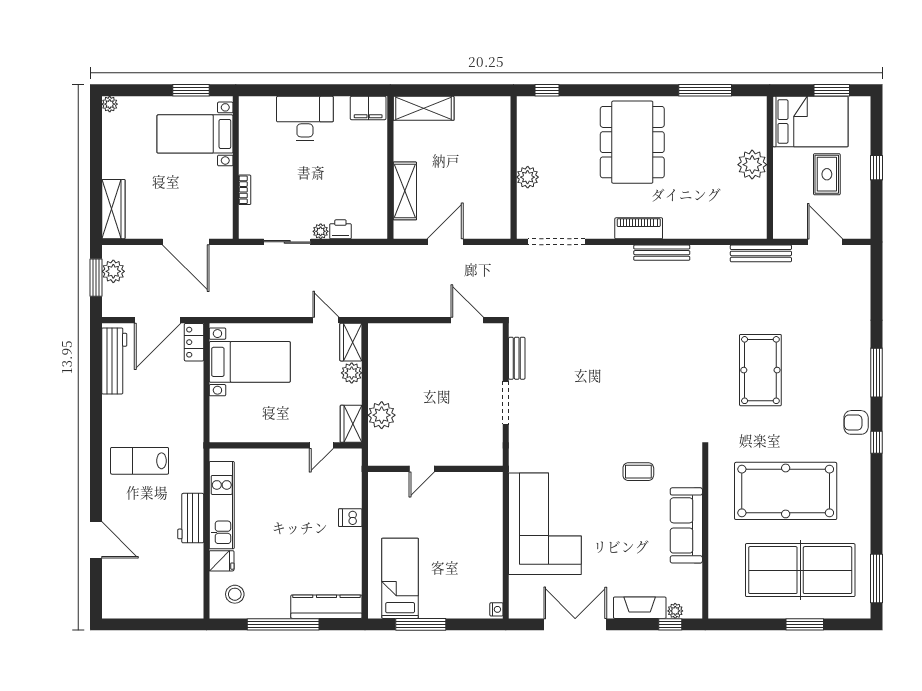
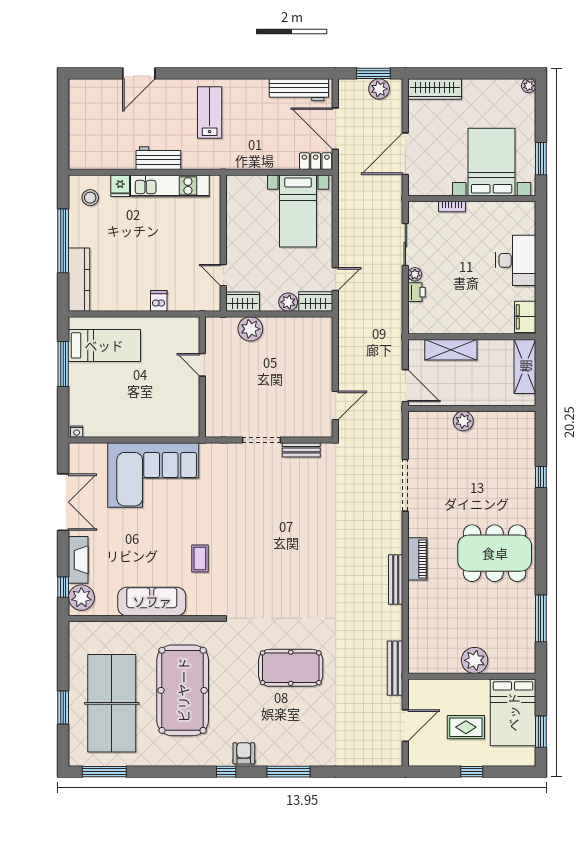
bed with nightstands: (195, 134) -> (492, 162), width x1.36
wall: (514, 168) -> (472, 408), moved
plant: (528, 177) -> (463, 421), moved
plant: (675, 611) -> (81, 598), width x1.88, depth x1.88

